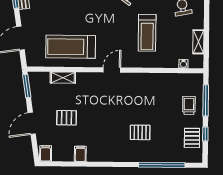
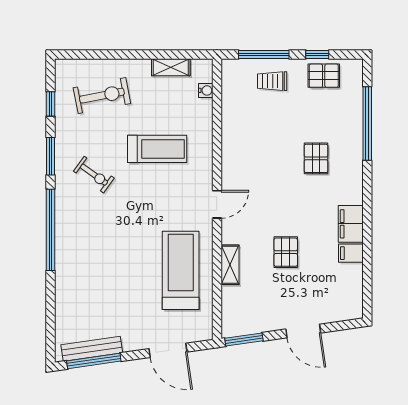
treadmill: (71, 47) -> (181, 270), turned 180
door: (112, 70) -> (217, 204), swing flipped
shelving: (63, 78) -> (230, 265), moved
pallet: (67, 118) -> (286, 252), moved
filing cabinet: (46, 153) -> (351, 224), moved, width x2.00

